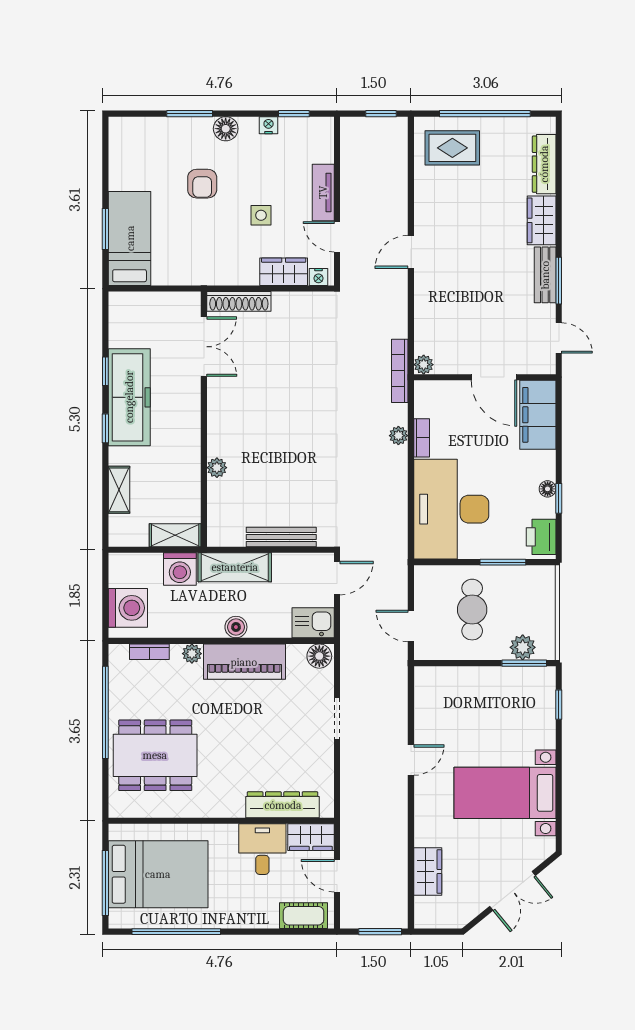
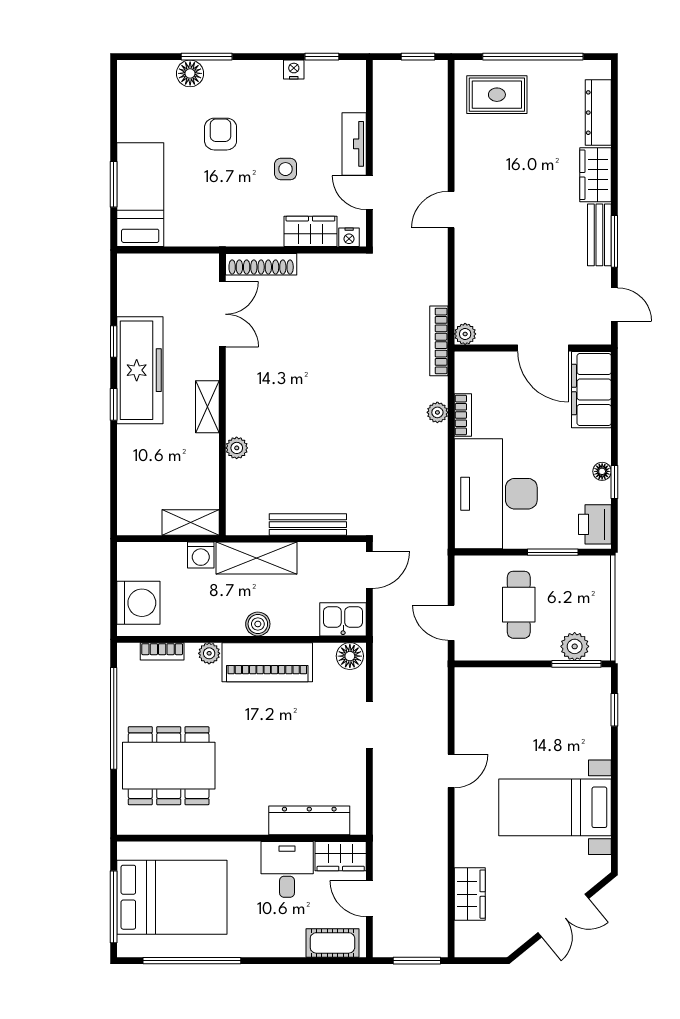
floor lamp: (226, 129) -> (190, 73), moved
armchair: (202, 184) -> (221, 134), turned 180
shelving: (119, 490) -> (207, 407), moved
washing machine: (180, 569) -> (201, 555), width x0.73, depth x0.73

